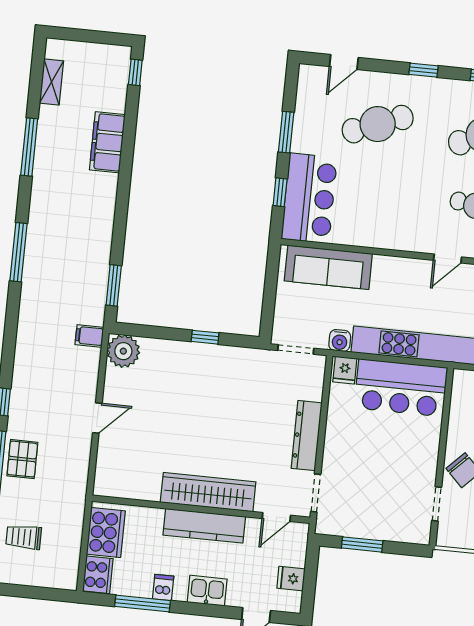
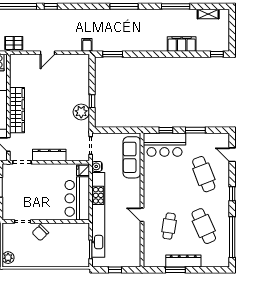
plant: (123, 351) -> (81, 112), moved
door: (97, 418) -> (48, 53), hinge flipped
pallet: (22, 459) -> (14, 43), moved

